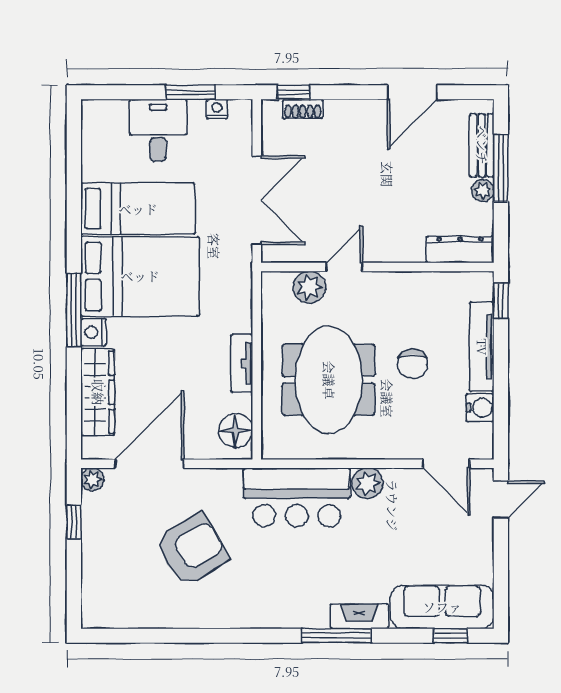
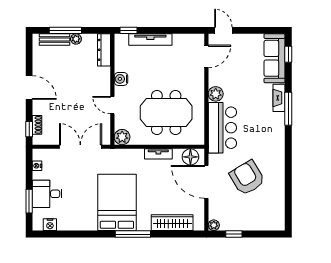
window: (190, 92) -> (29, 201), moved
door: (412, 92) -> (29, 88), moved
bed: (138, 209) -> (85, 203), removed
plant: (309, 287) -> (122, 137), moved
nightstand: (93, 332) -> (50, 225), moved
chair: (412, 364) -> (159, 73), removed
water cooler: (480, 408) -> (121, 79), moved, turned -90
door: (149, 464) -> (206, 182), moved

